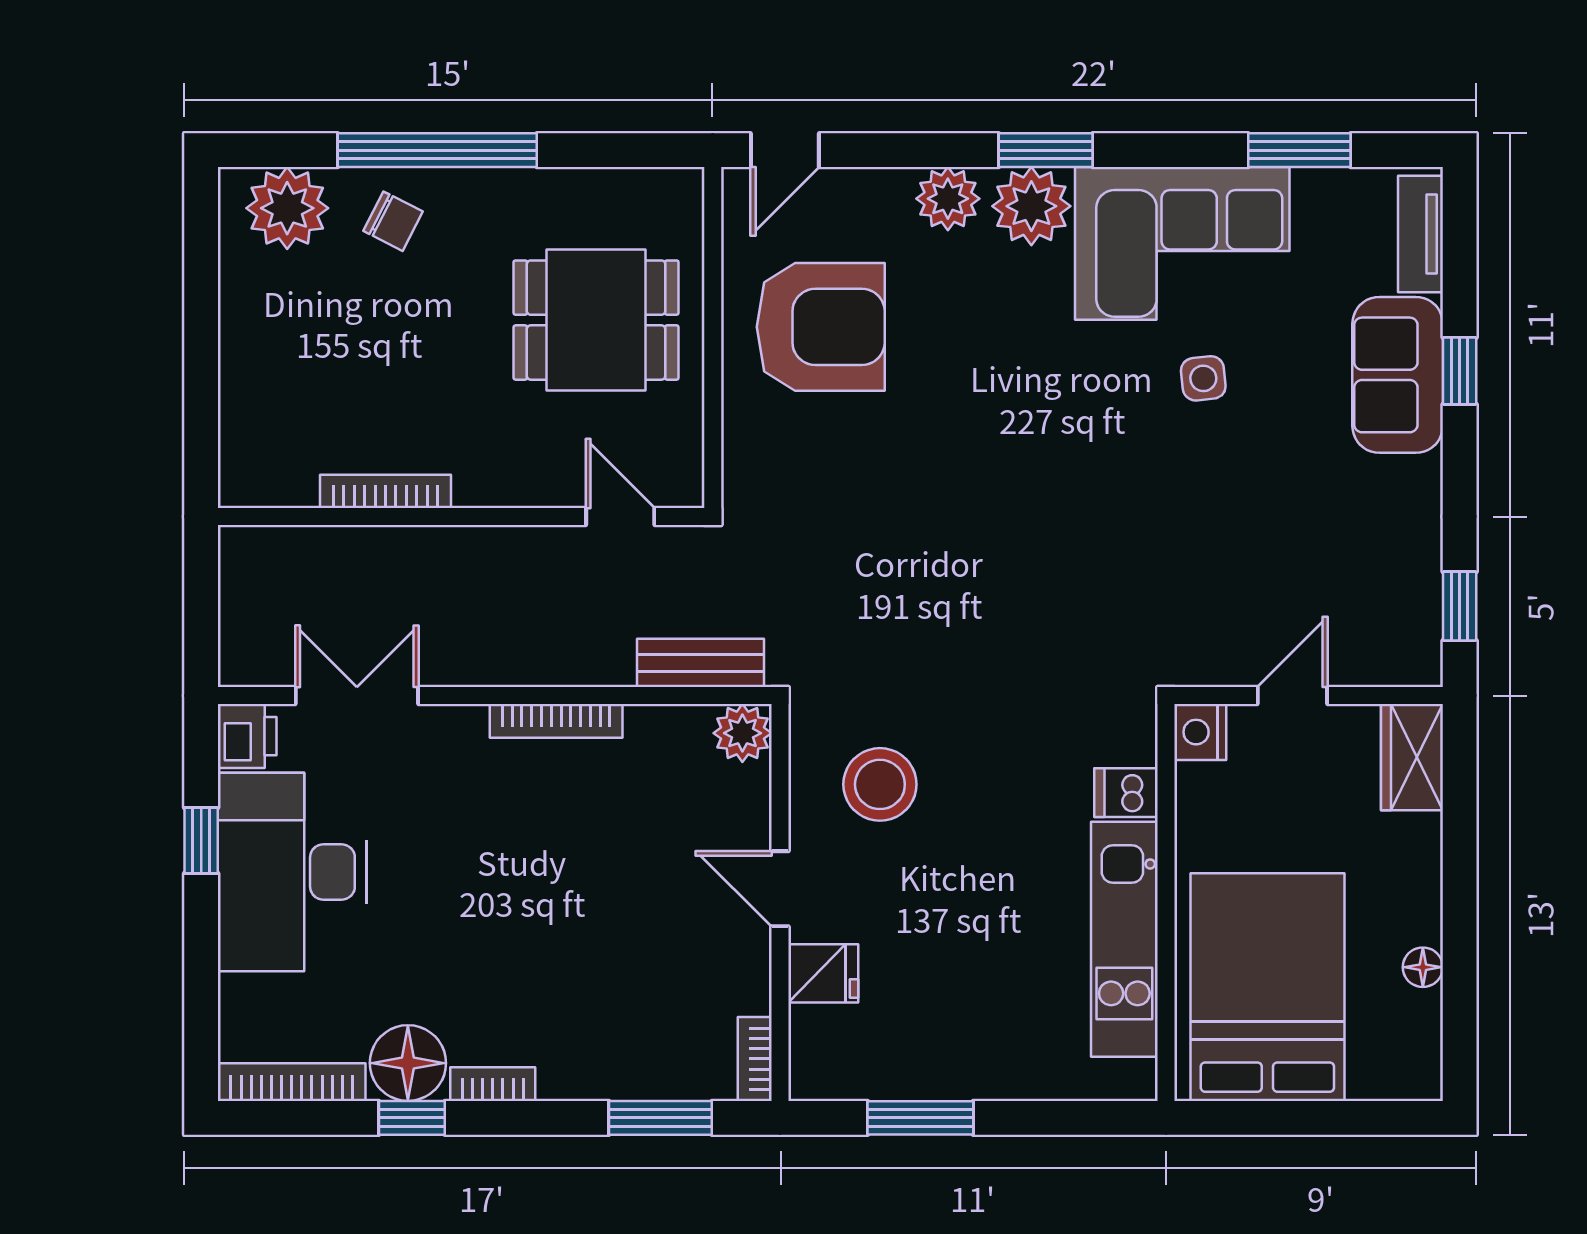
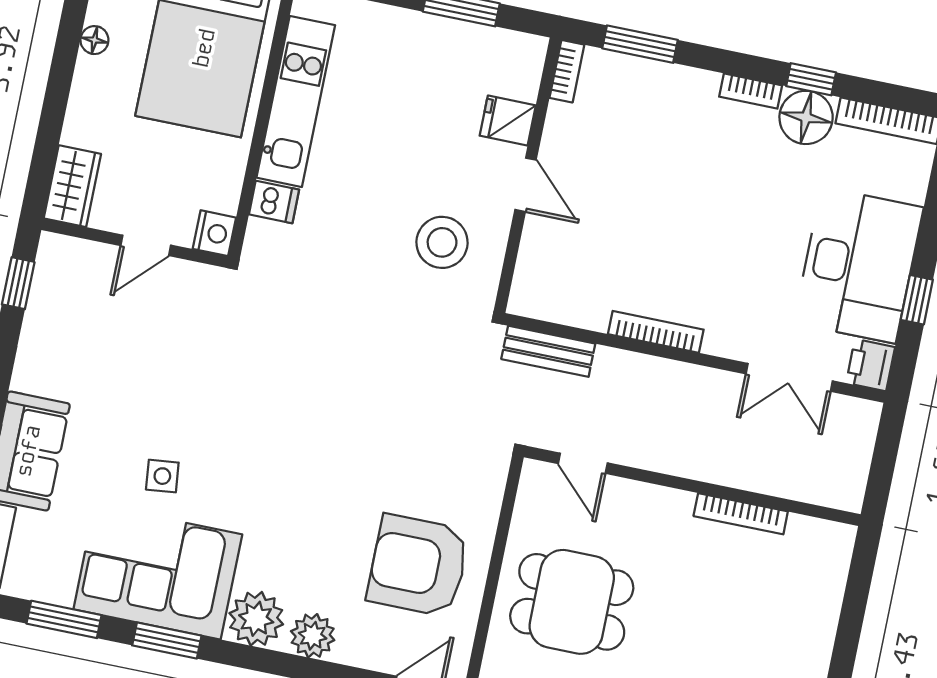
window: (1046, 150) -> (167, 641), moved
plant: (742, 733) -> (529, 297), removed

